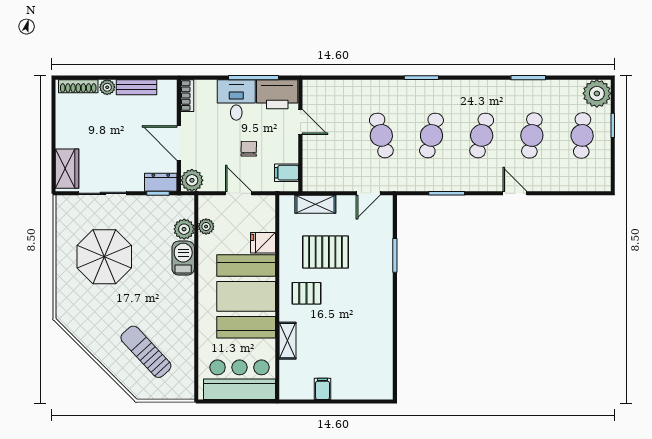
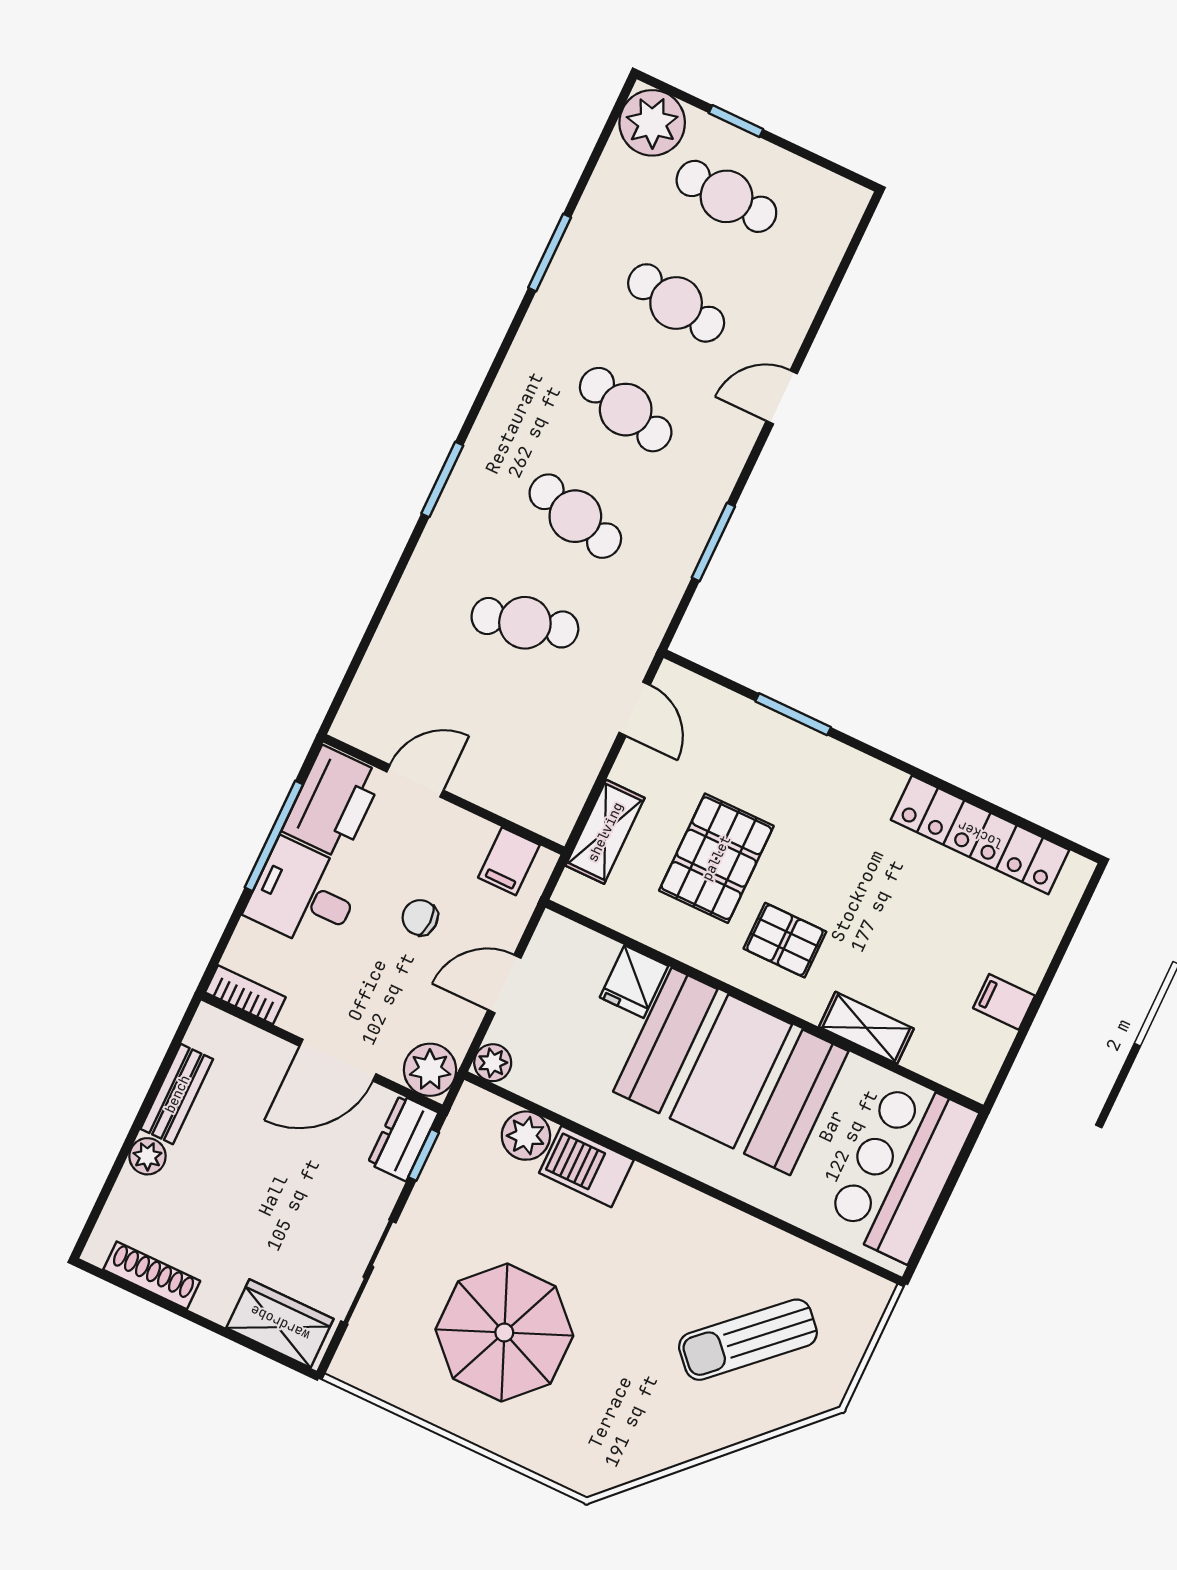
shoe rack: (78, 86) -> (152, 1275), moved, turned -90
plant: (206, 226) -> (493, 1063), moved
pallet: (306, 293) -> (785, 940), turned 90
locker: (382, 349) -> (980, 835), added

